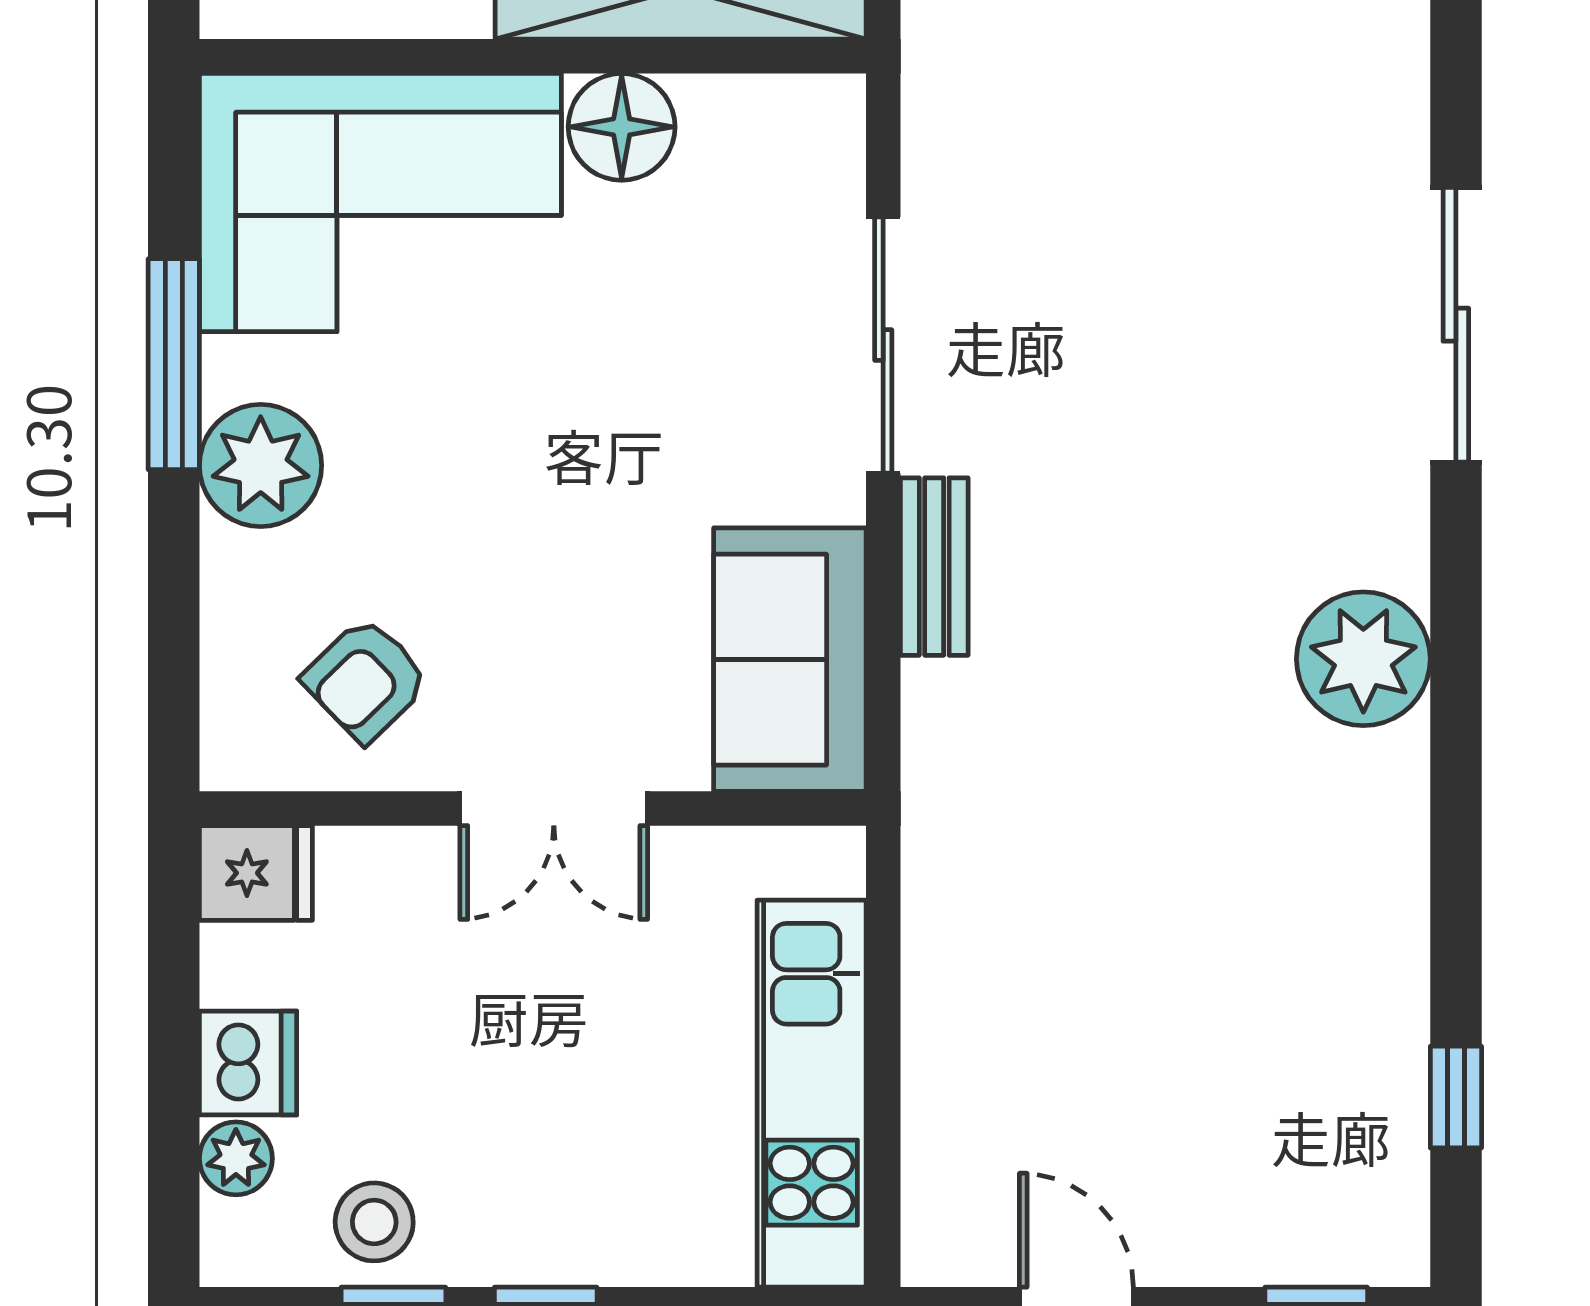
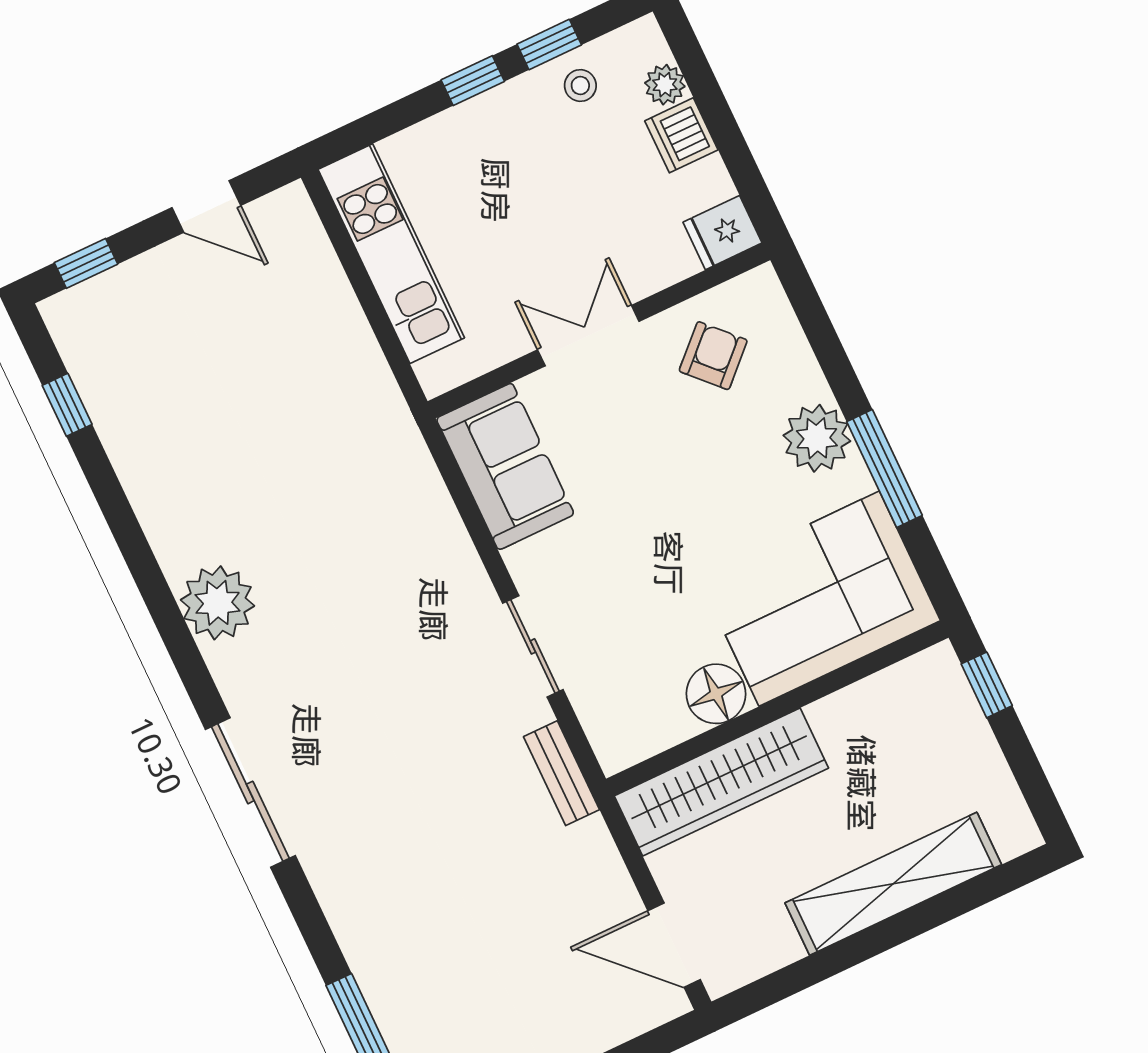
sliding door: (883, 345) -> (533, 646), width x0.73
bench: (934, 567) -> (562, 773), moved
stool: (374, 1222) -> (580, 86), width x0.73, depth x0.73

